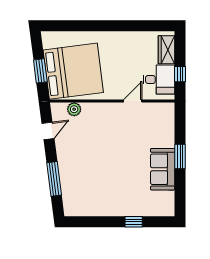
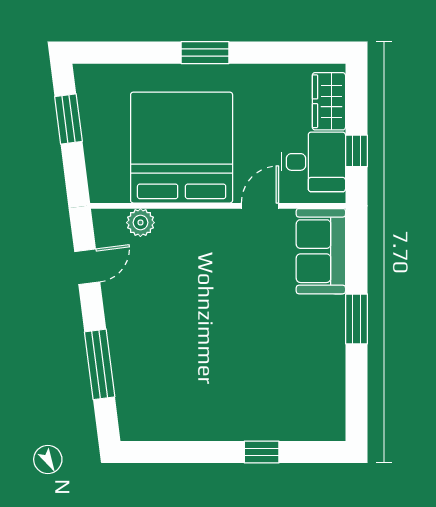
window: (106, 26) -> (205, 53), added
window: (40, 71) -> (68, 119), moved
bed: (73, 71) -> (182, 148), moved, turned -83
sofa: (163, 169) -> (321, 251), moved

